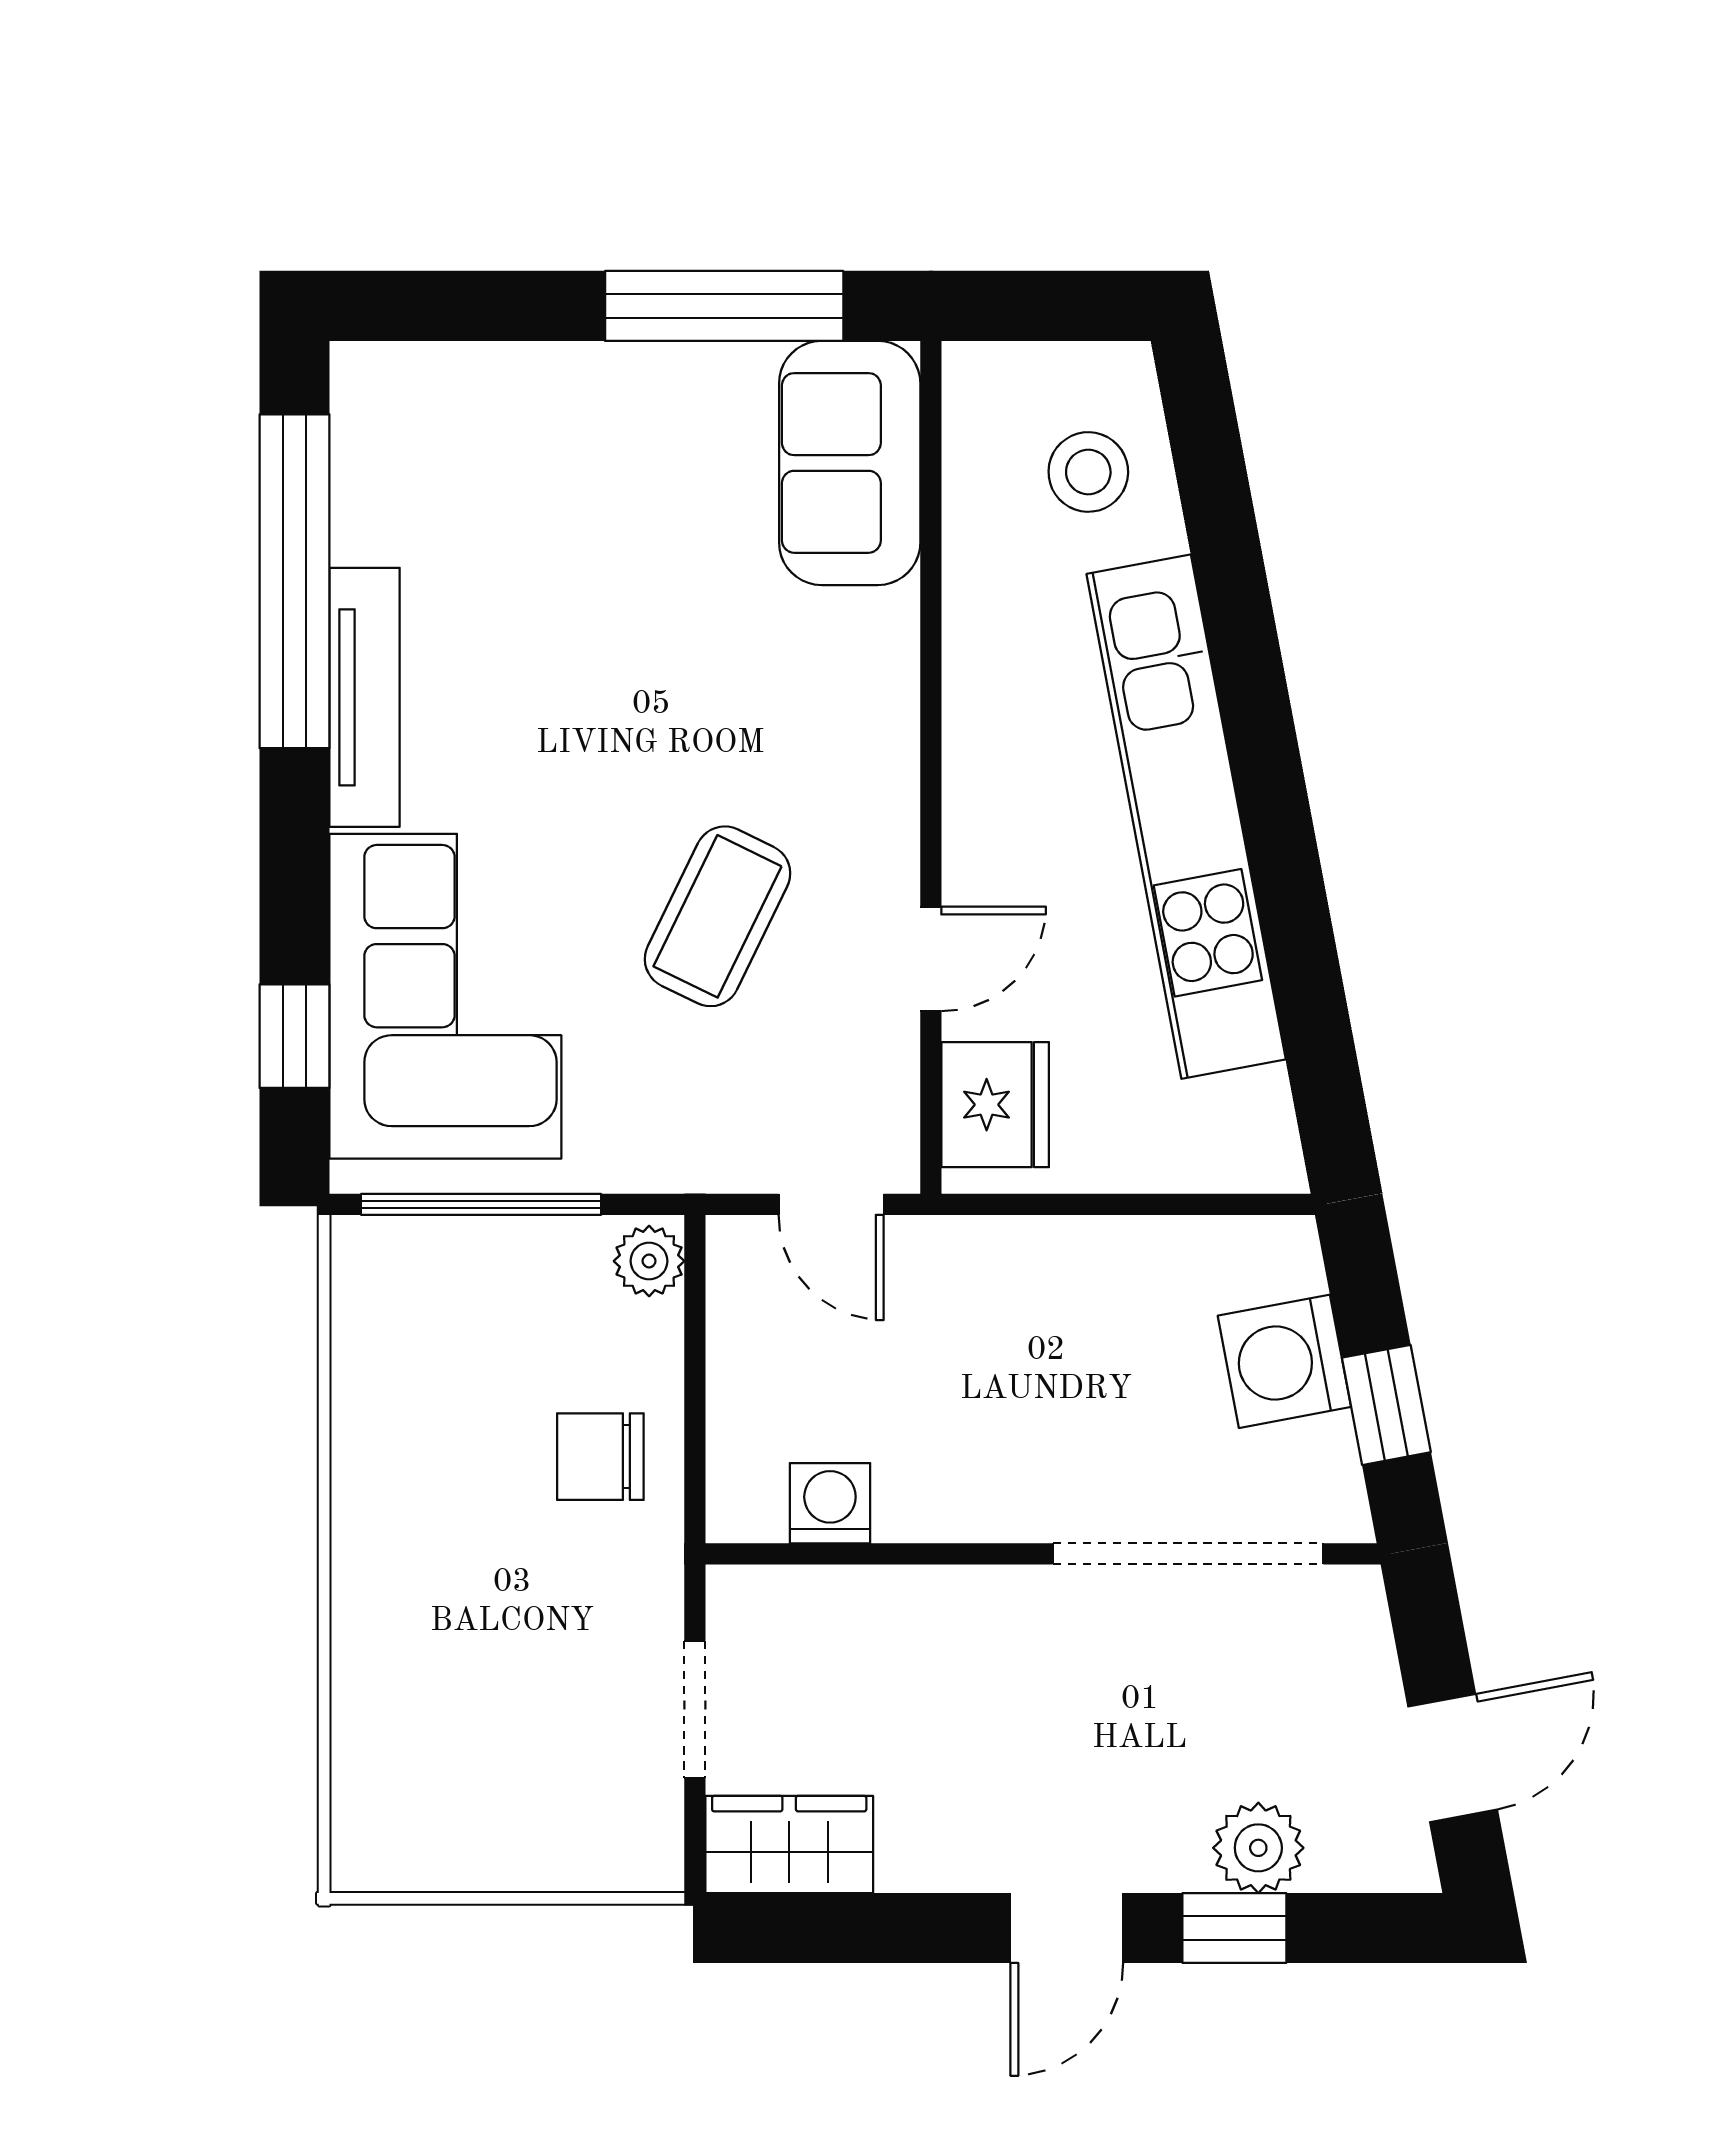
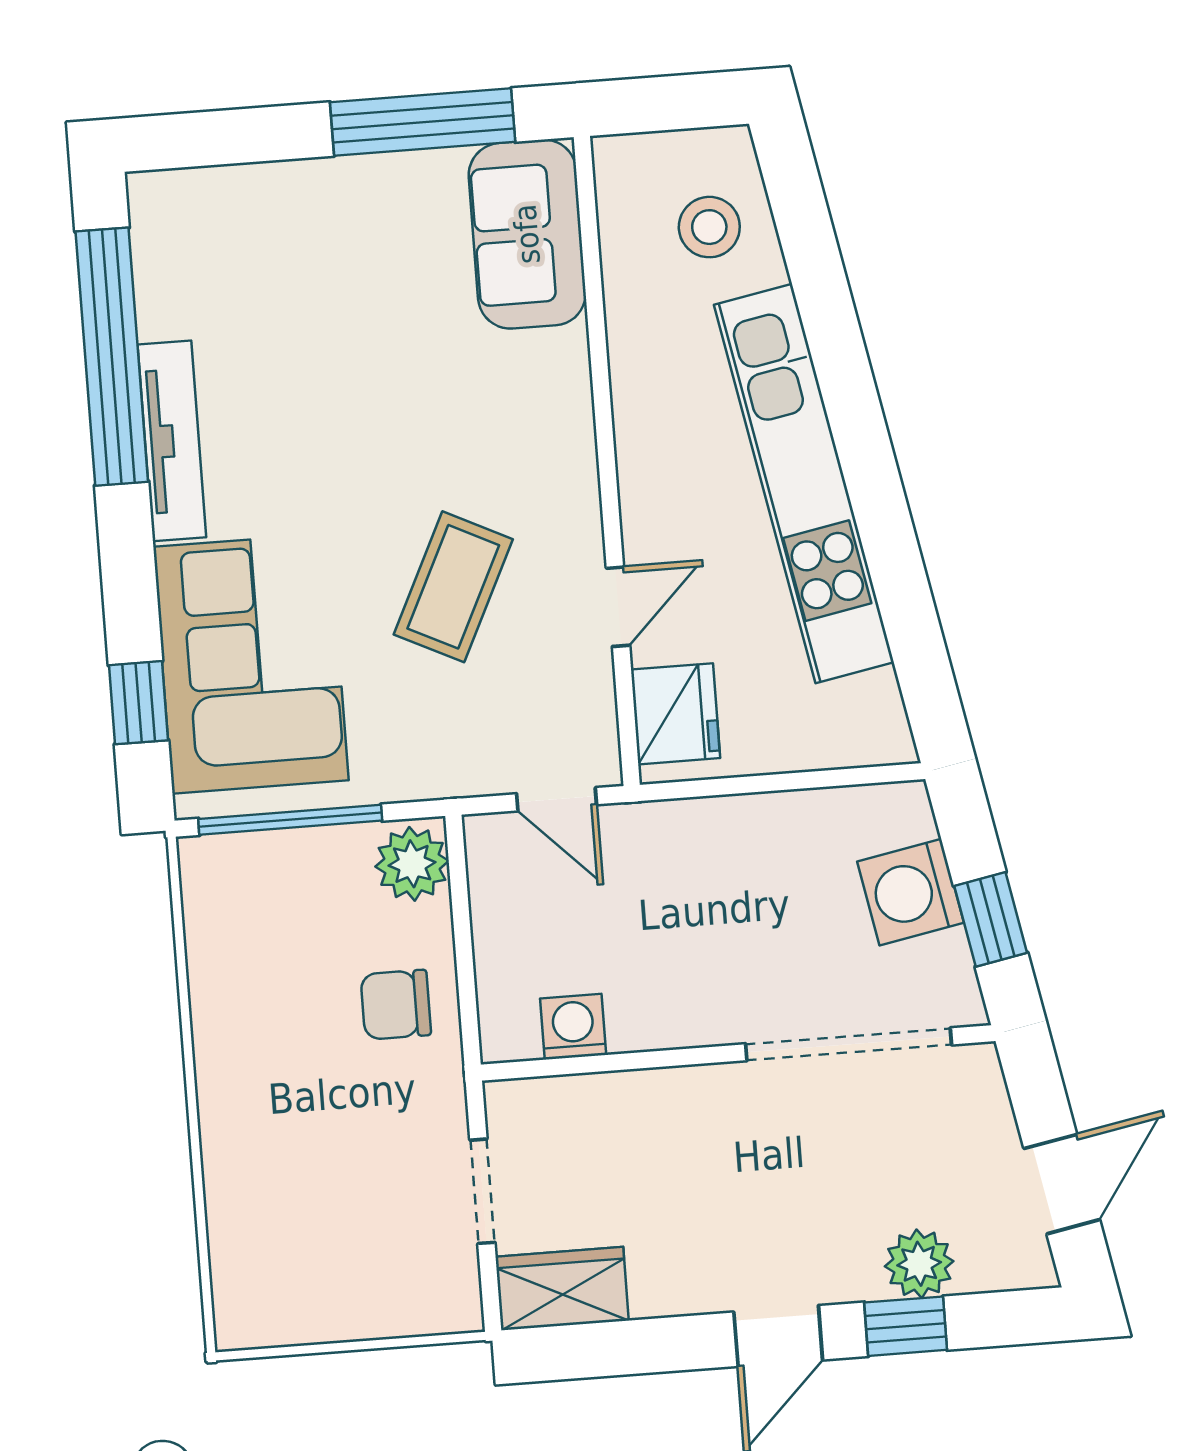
plant: (649, 1261) -> (412, 864), width x1.38, depth x1.38

